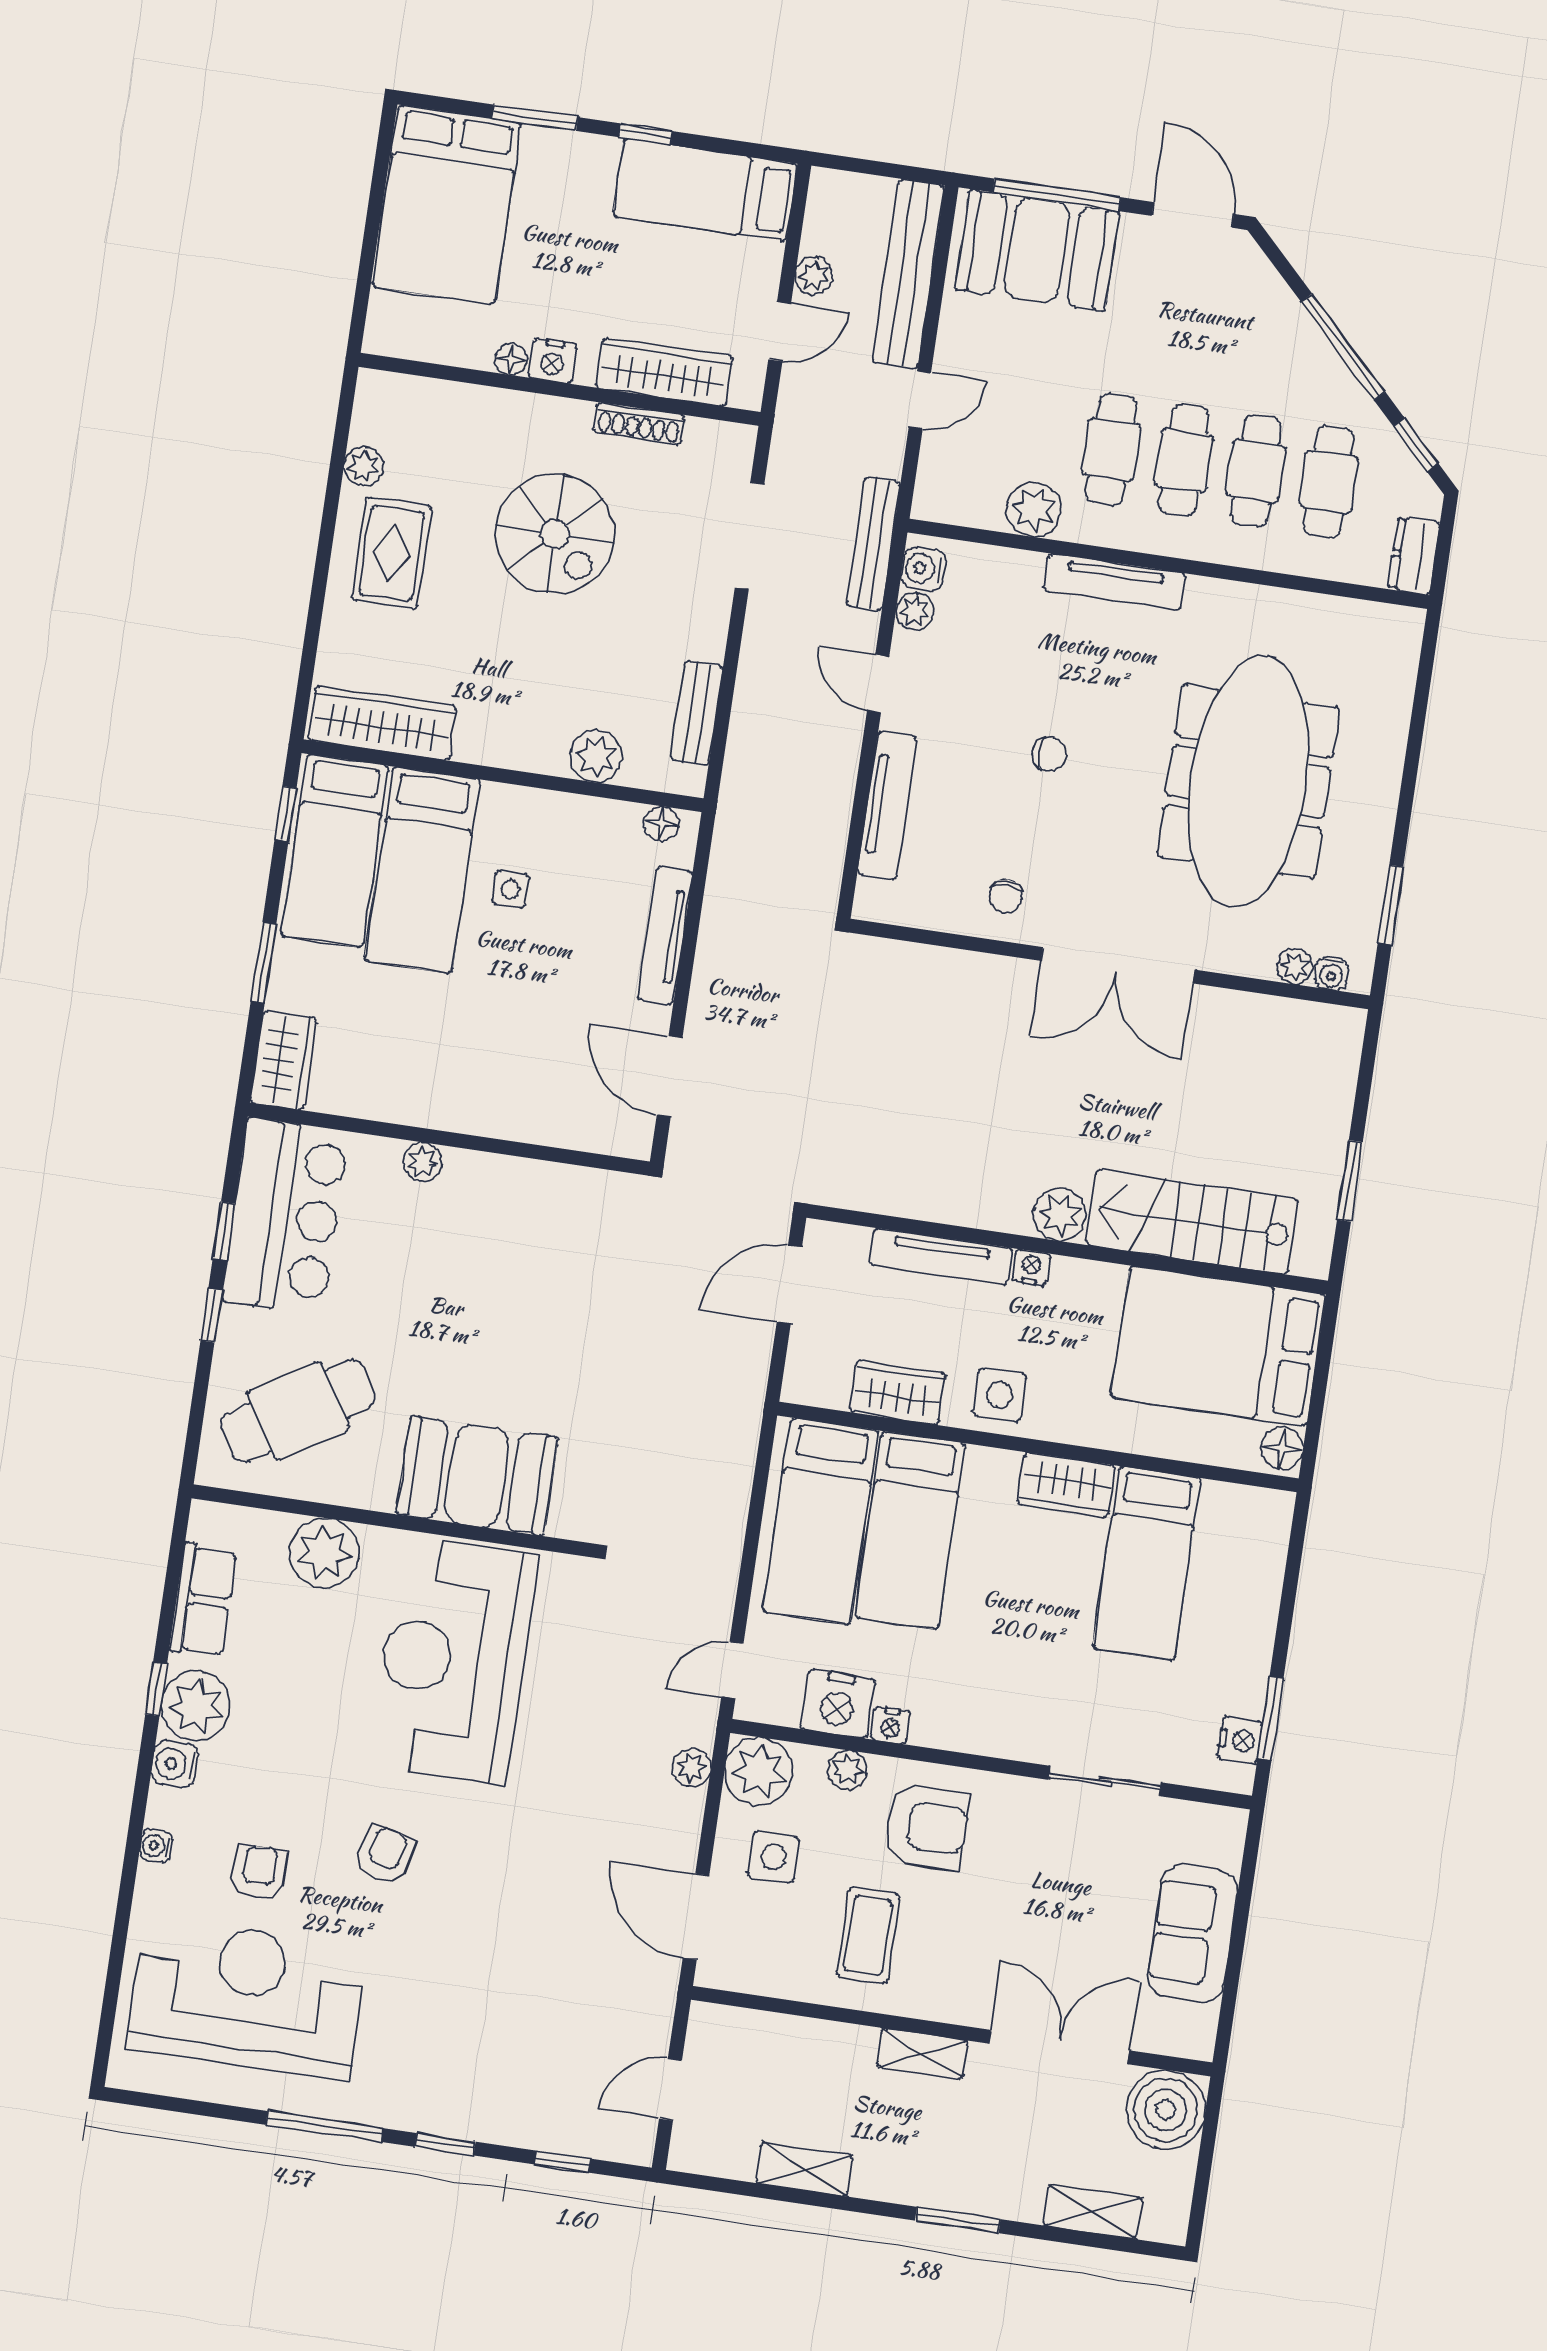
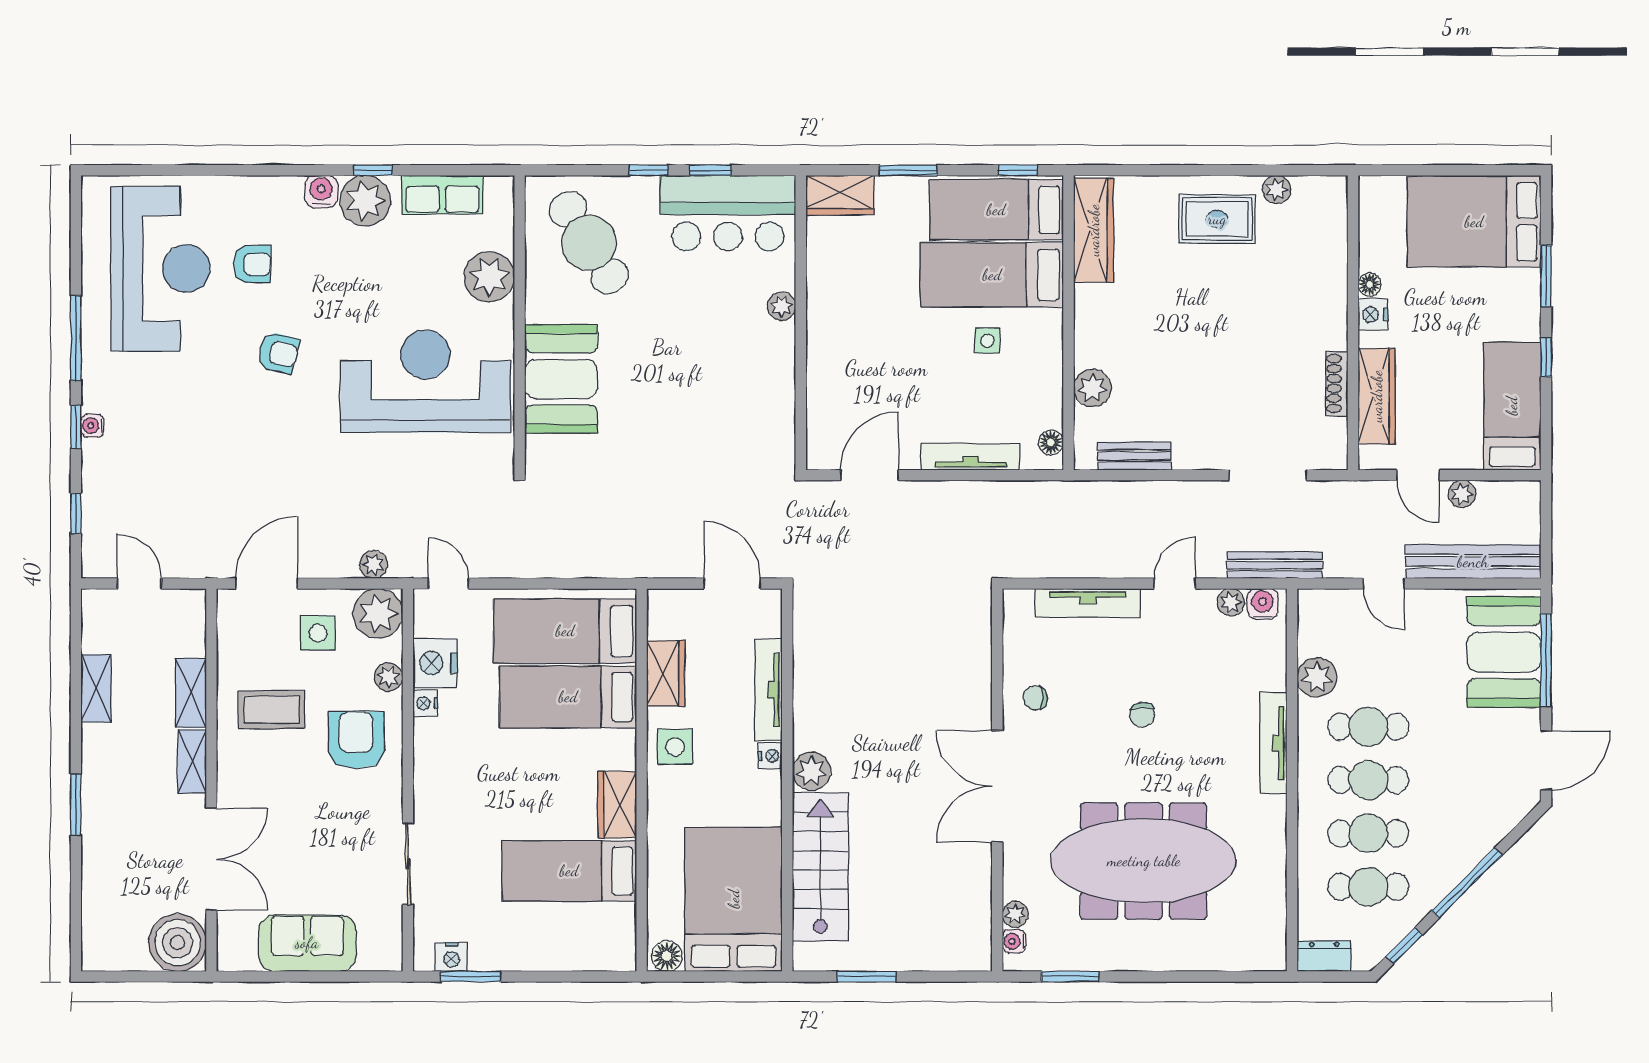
spiral stairs: (555, 534) -> (1248, 335), removed
armchair: (926, 1827) -> (356, 740), turned 180
water cooler: (156, 1846) -> (92, 426), moved, turned -90
shelving: (1093, 2211) -> (191, 693), moved

